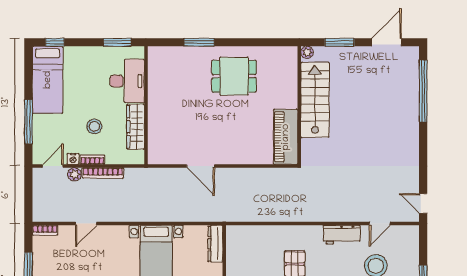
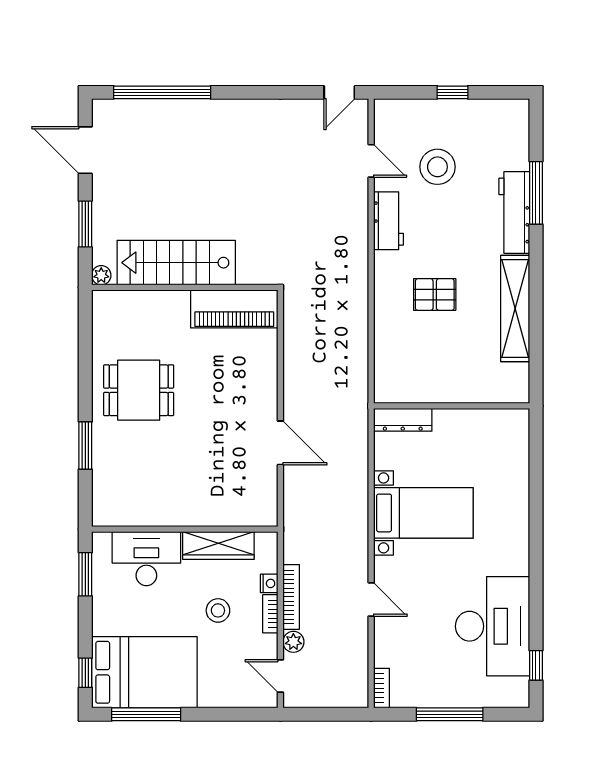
dining table: (234, 76) -> (139, 390), turned 90
bed: (48, 80) -> (144, 672), width x1.50
window: (28, 122) -> (146, 714), moved
nightstand: (73, 159) -> (269, 583), moved
door: (201, 166) -> (280, 443), hinge flipped
door: (86, 224) -> (371, 599), moved

